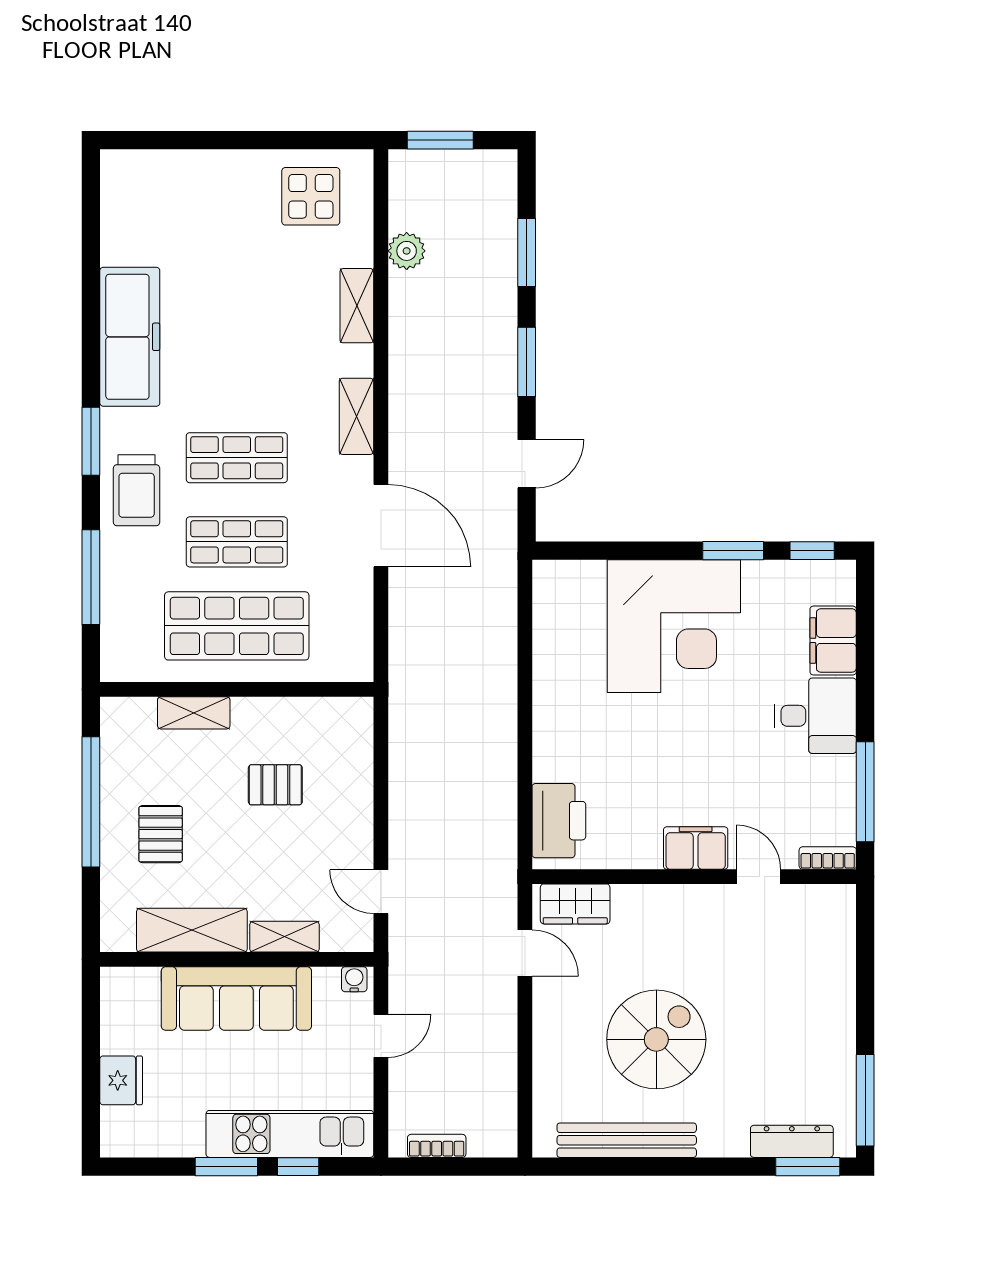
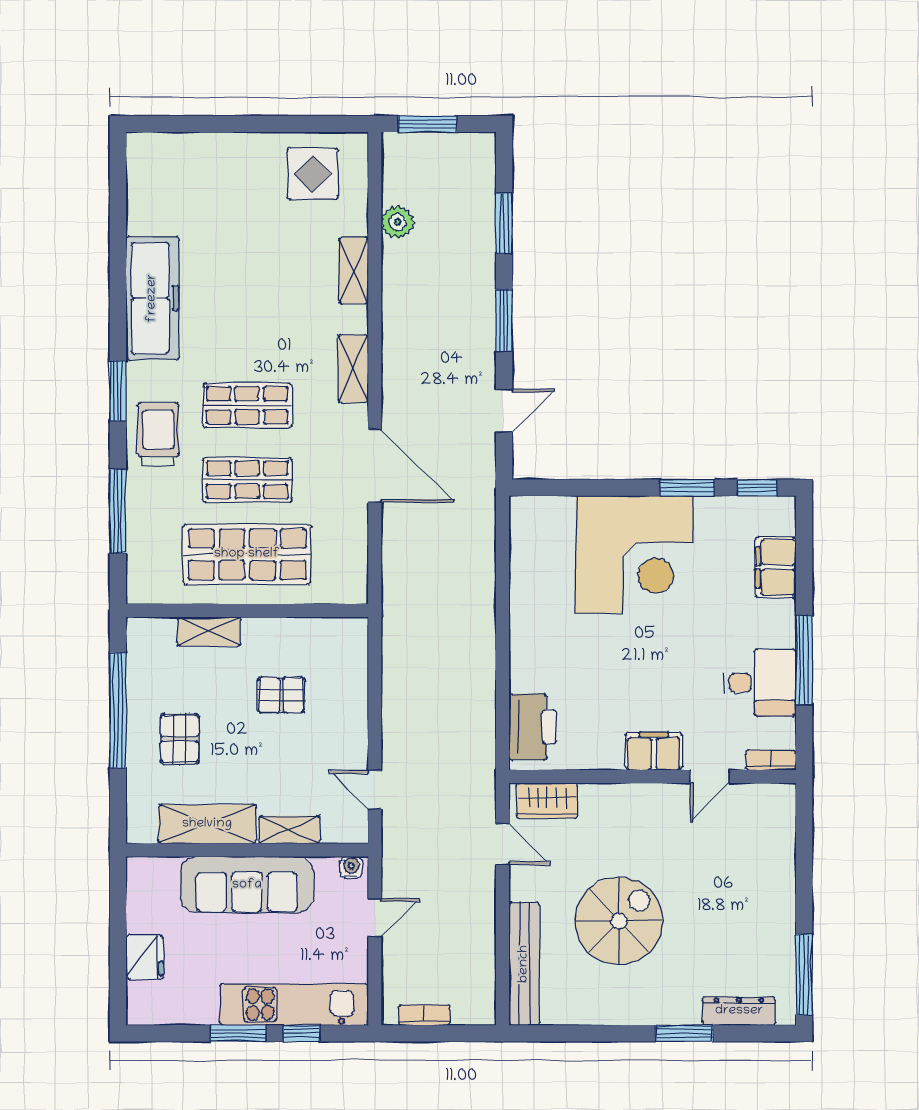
trolley: (137, 490) -> (158, 434), turned 180
desk: (815, 716) -> (760, 683), moved
window: (865, 792) -> (804, 660), moved
door: (759, 877) -> (710, 777), swing flipped
bench: (627, 1140) -> (524, 964), moved, turned 90
window: (808, 1167) -> (684, 1033), moved

